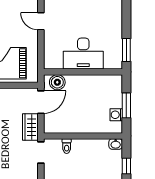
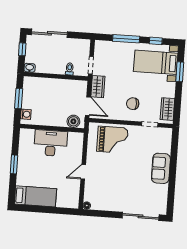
door: (41, 21) -> (83, 172), swing flipped
window: (126, 50) -> (14, 164), moved
door: (41, 102) -> (88, 106), swing flipped
washing machine: (116, 115) -> (26, 114), moved

